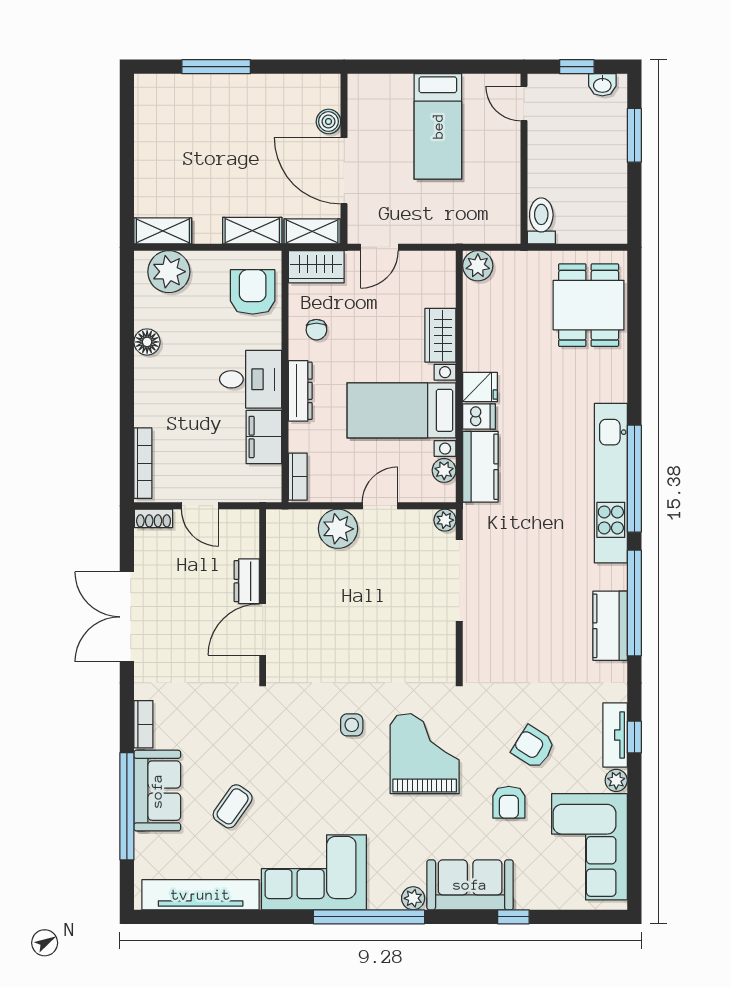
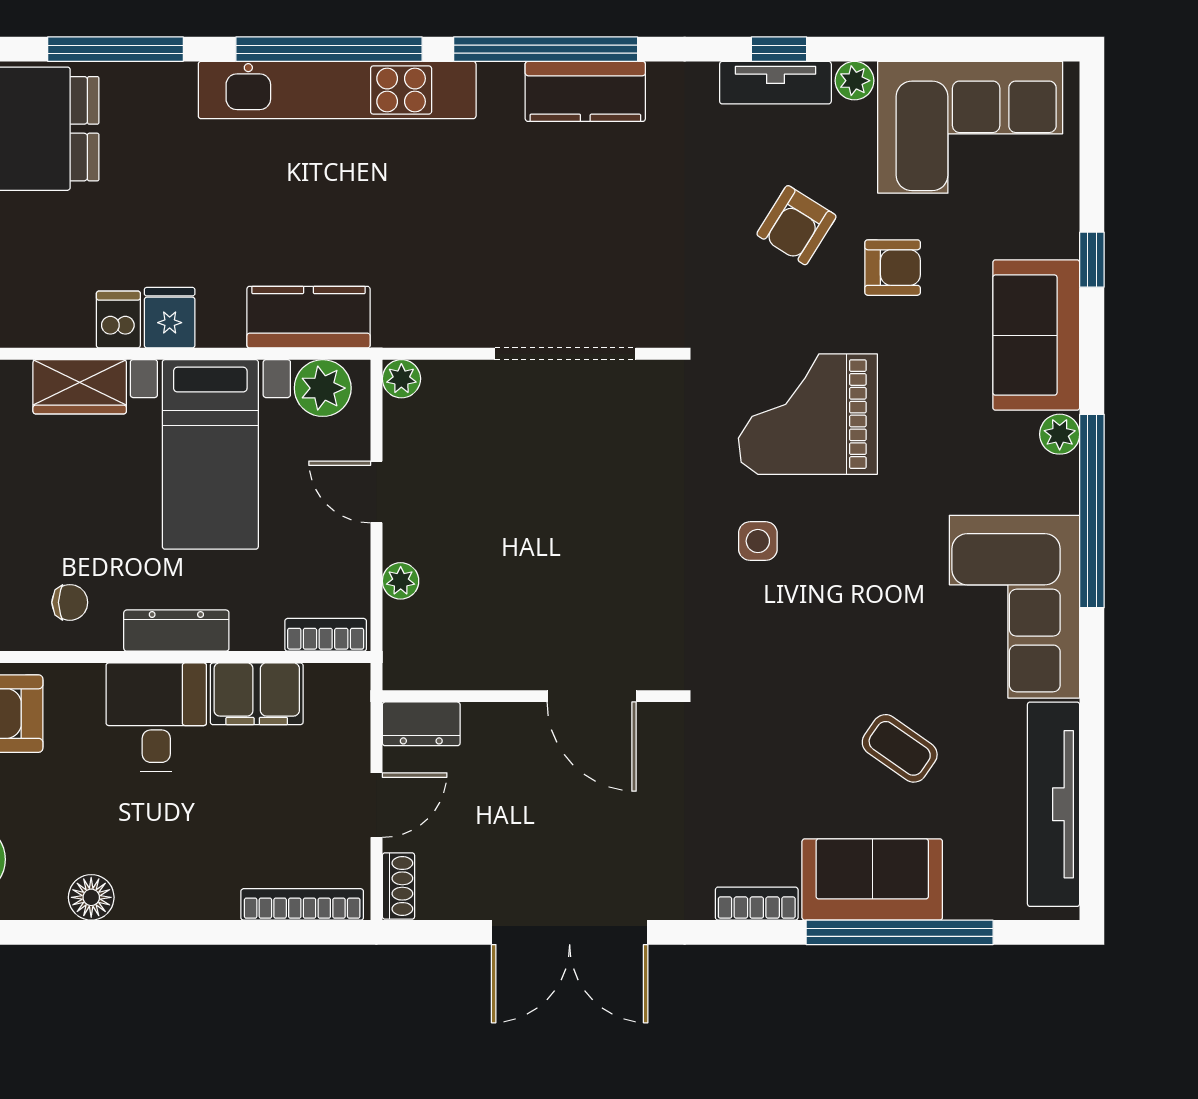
window: (634, 356) -> (115, 49), added
dishwasher: (479, 416) -> (118, 320), moved
plant: (444, 470) -> (323, 388), width x1.38, depth x1.38
plant: (338, 529) -> (401, 581), width x0.53, depth x0.53
doorway: (459, 580) -> (565, 354), moved
dresser: (247, 581) -> (421, 724), moved

